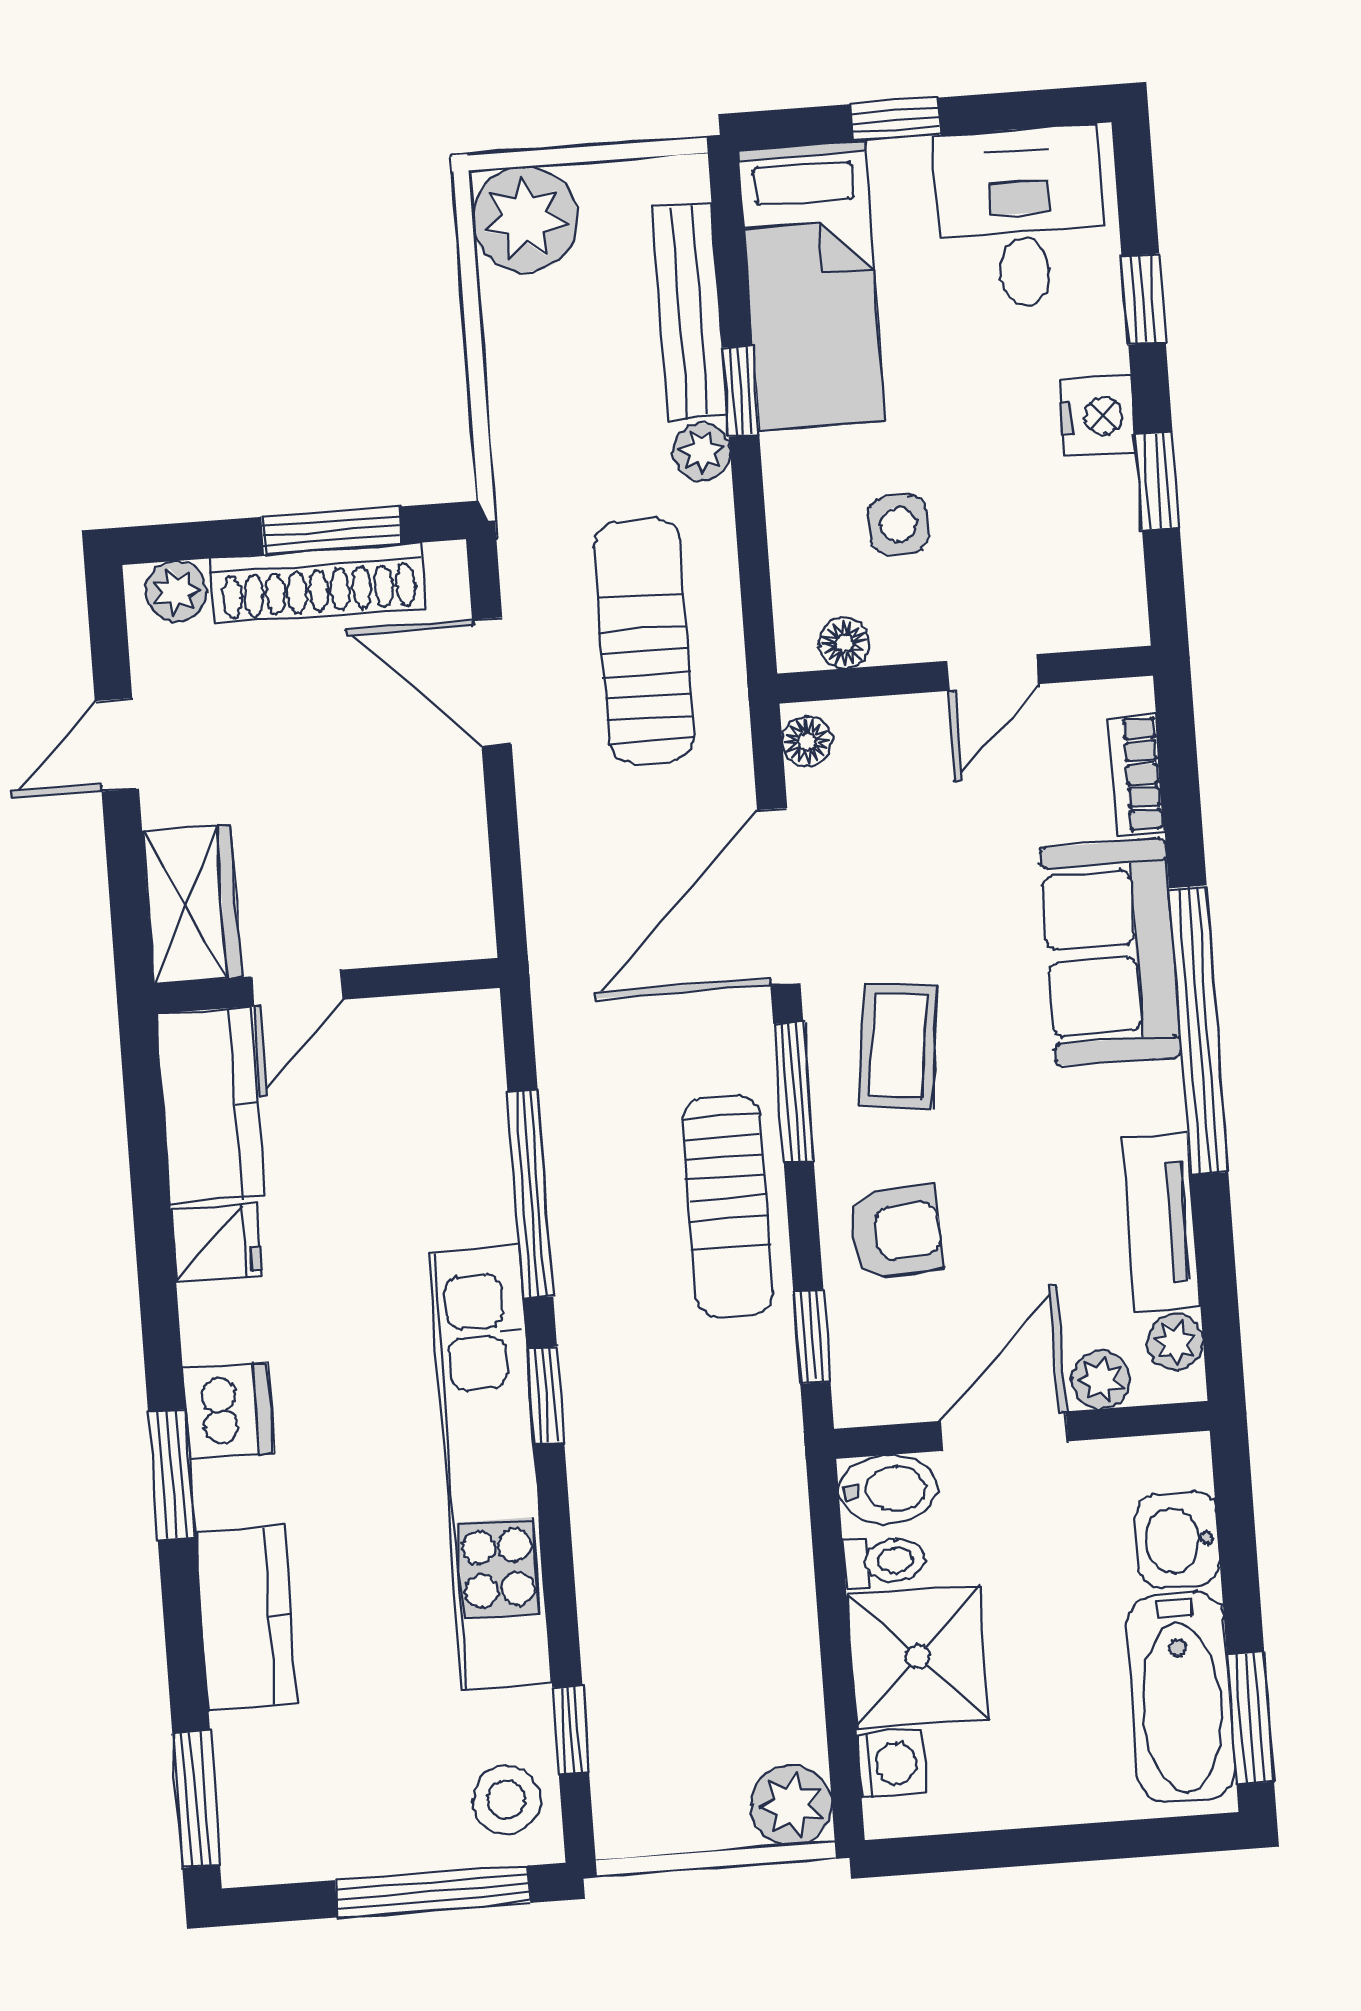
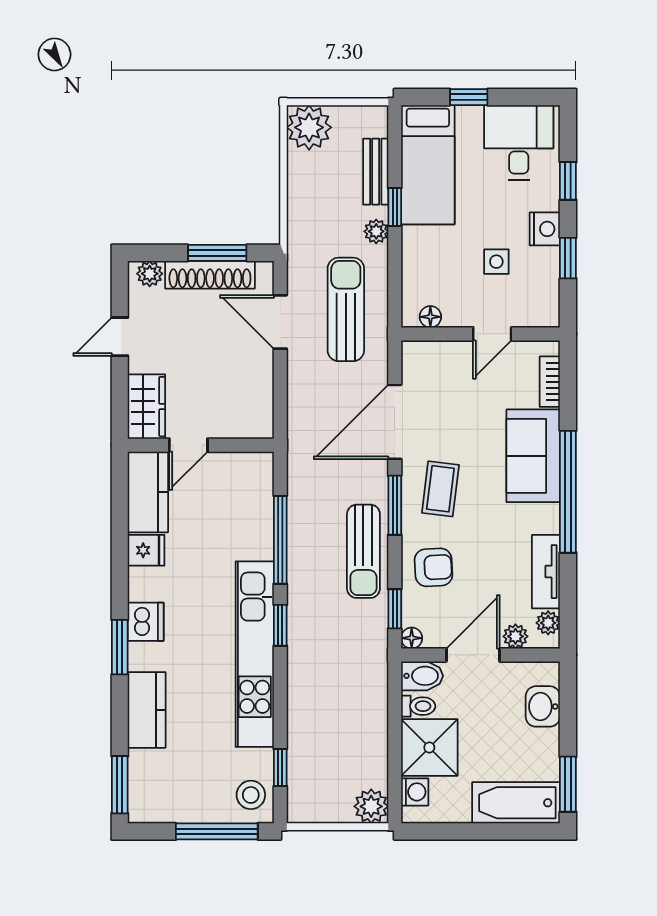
bench: (690, 311) -> (376, 172), width x0.73
side table: (898, 525) -> (496, 262), moved
floor lamp: (807, 741) -> (412, 638), moved
bathtub: (1181, 1697) -> (516, 803), moved, turned 90

